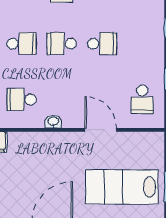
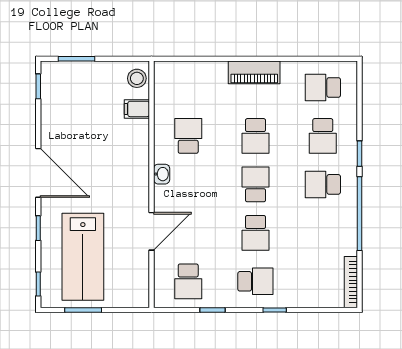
school desk: (142, 44) -> (255, 281), added
school desk: (142, 99) -> (188, 281), turned -90
lab bench: (122, 187) -> (83, 257), turned 180

